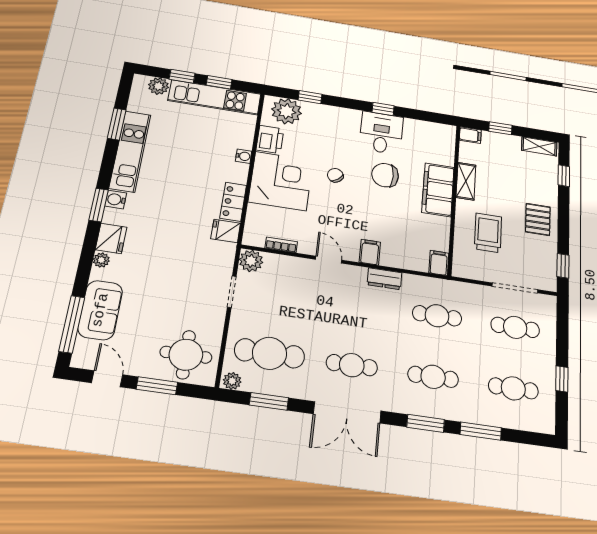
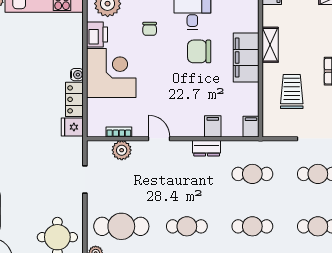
water cooler: (244, 156) -> (77, 75), moved
chair: (335, 175) -> (150, 29), moved, turned -141
filing cabinet: (370, 252) -> (213, 126), moved
plant: (251, 261) -> (122, 150), moved

